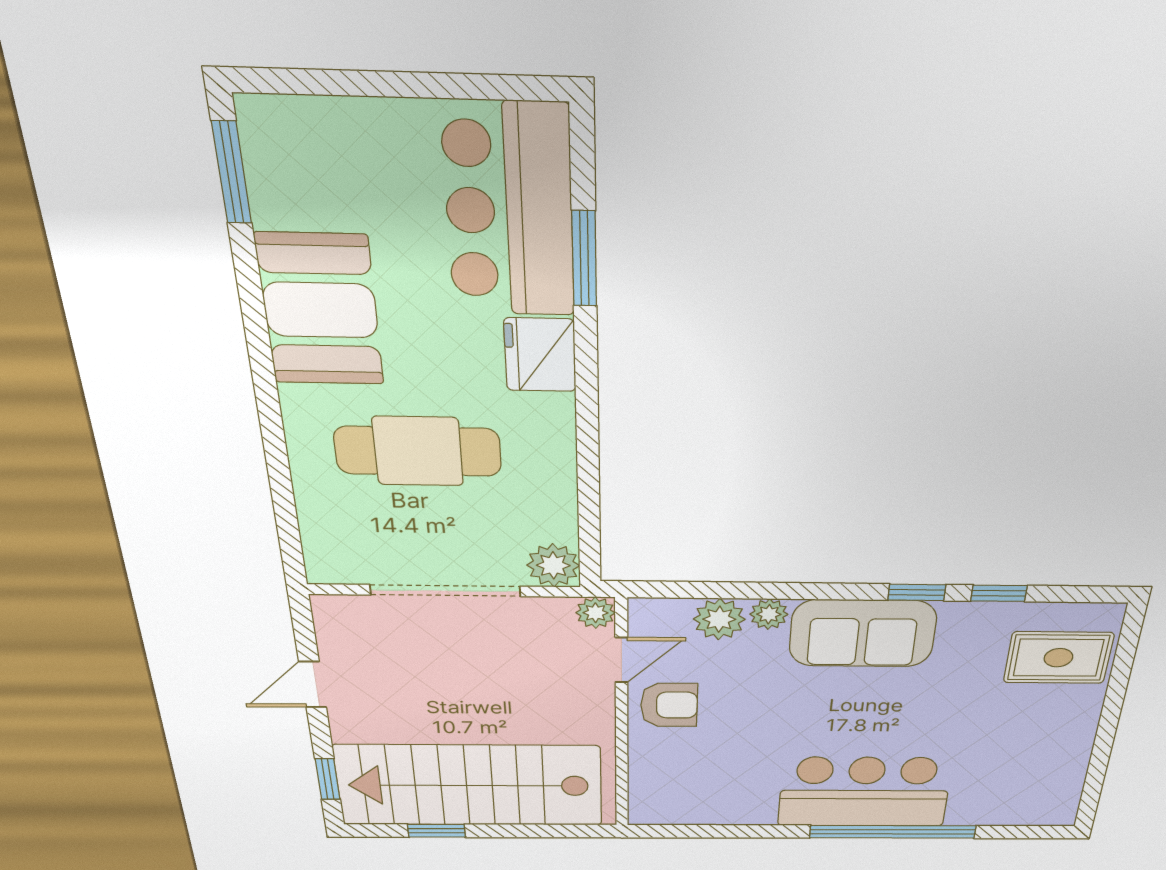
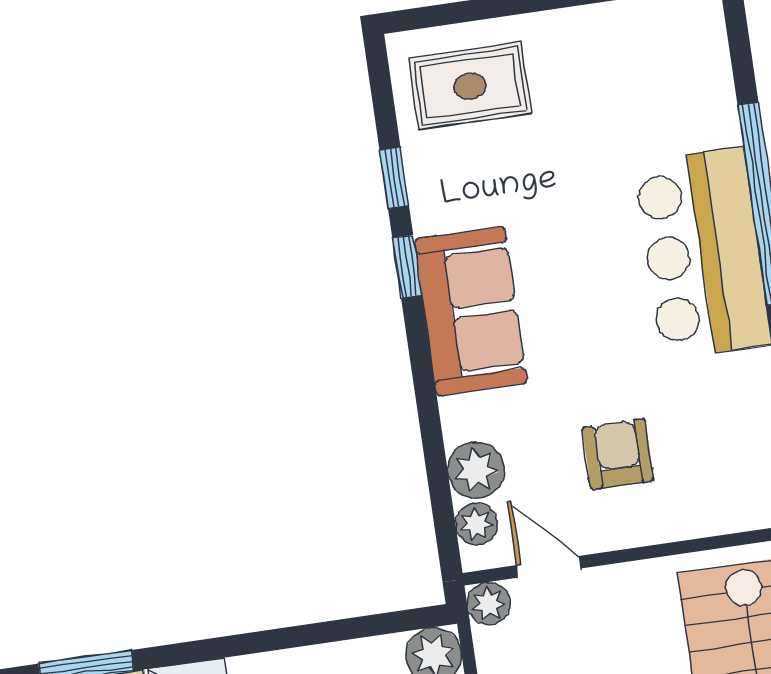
plant: (769, 614) -> (477, 524), moved
rug: (1058, 658) -> (470, 86), turned 90
armchair: (669, 705) -> (618, 454), moved

